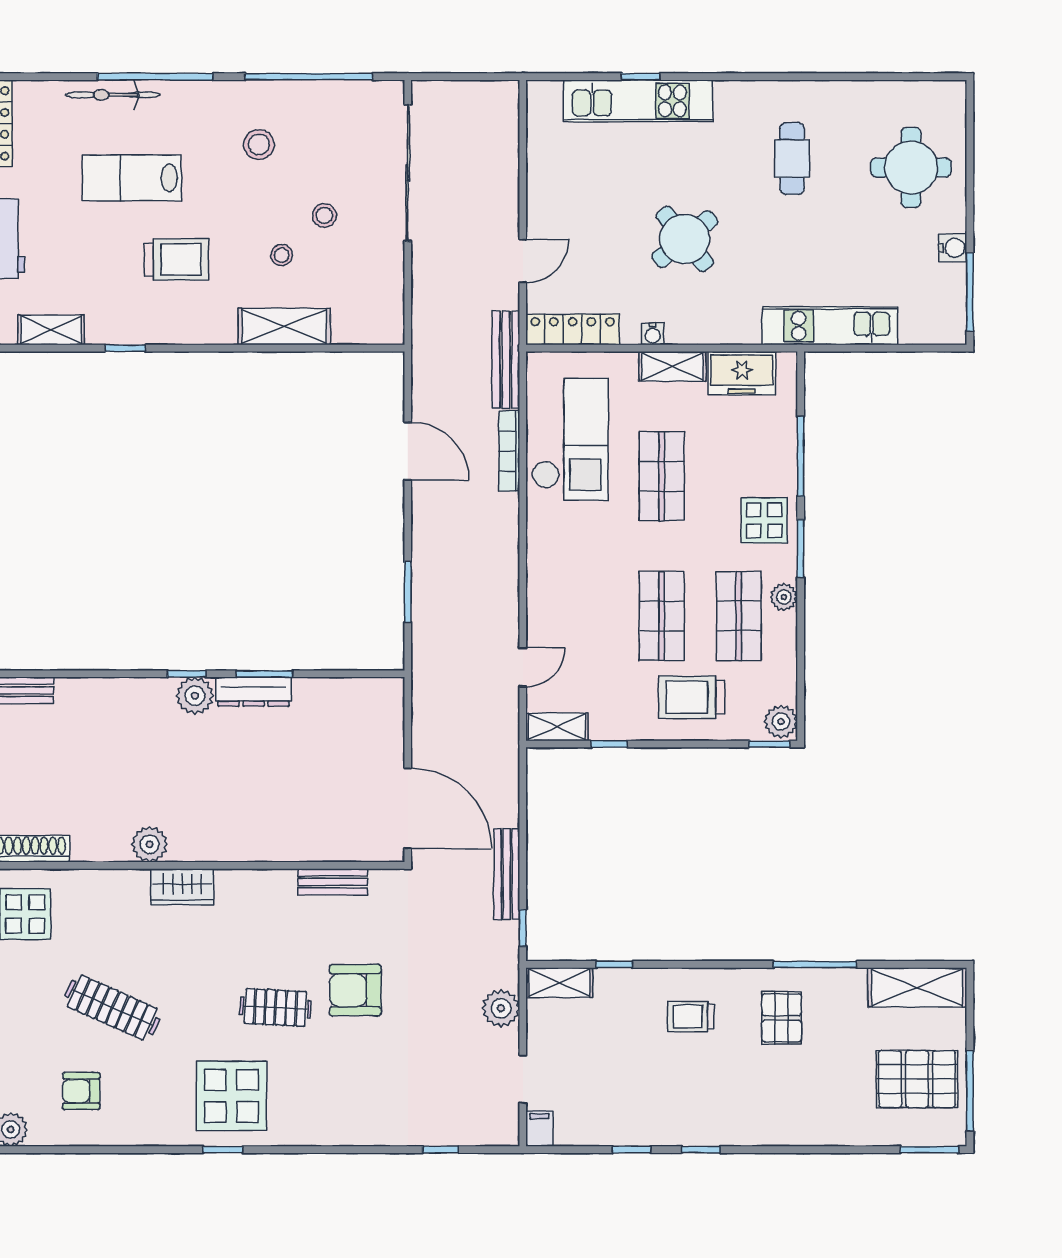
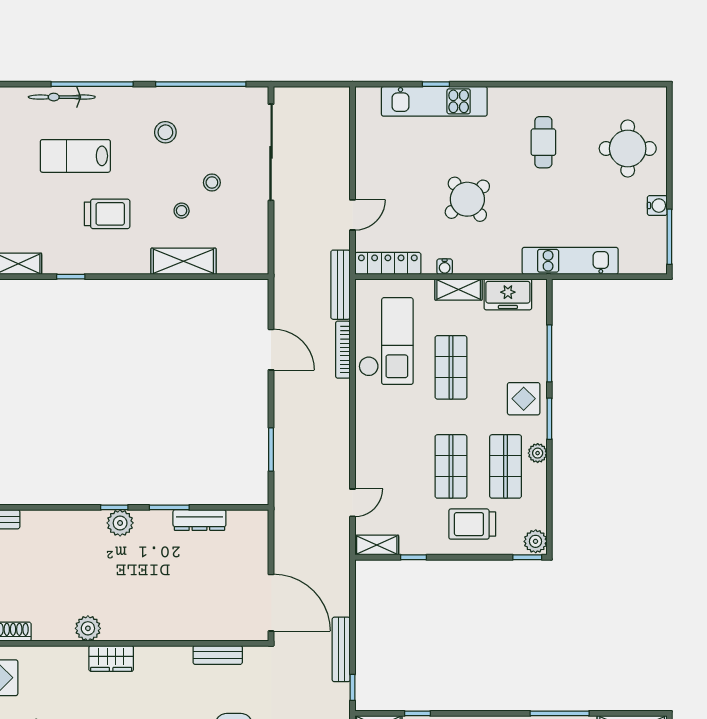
dresser: (253, 692) -> (199, 520), moved

